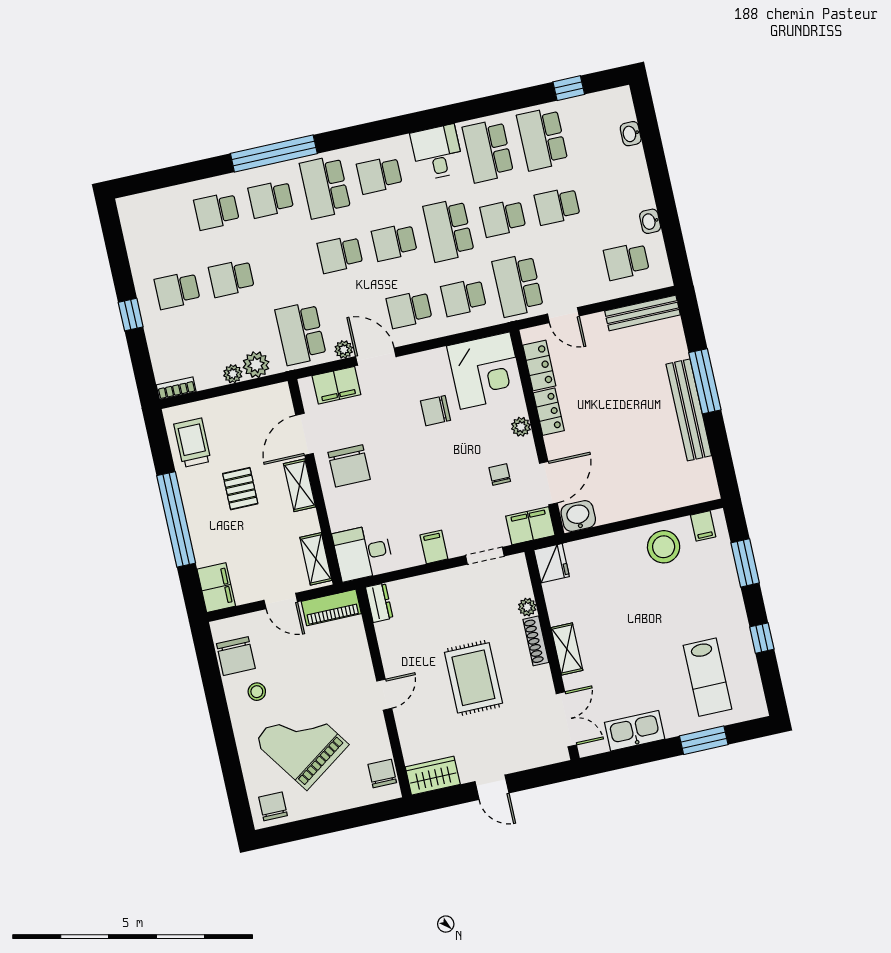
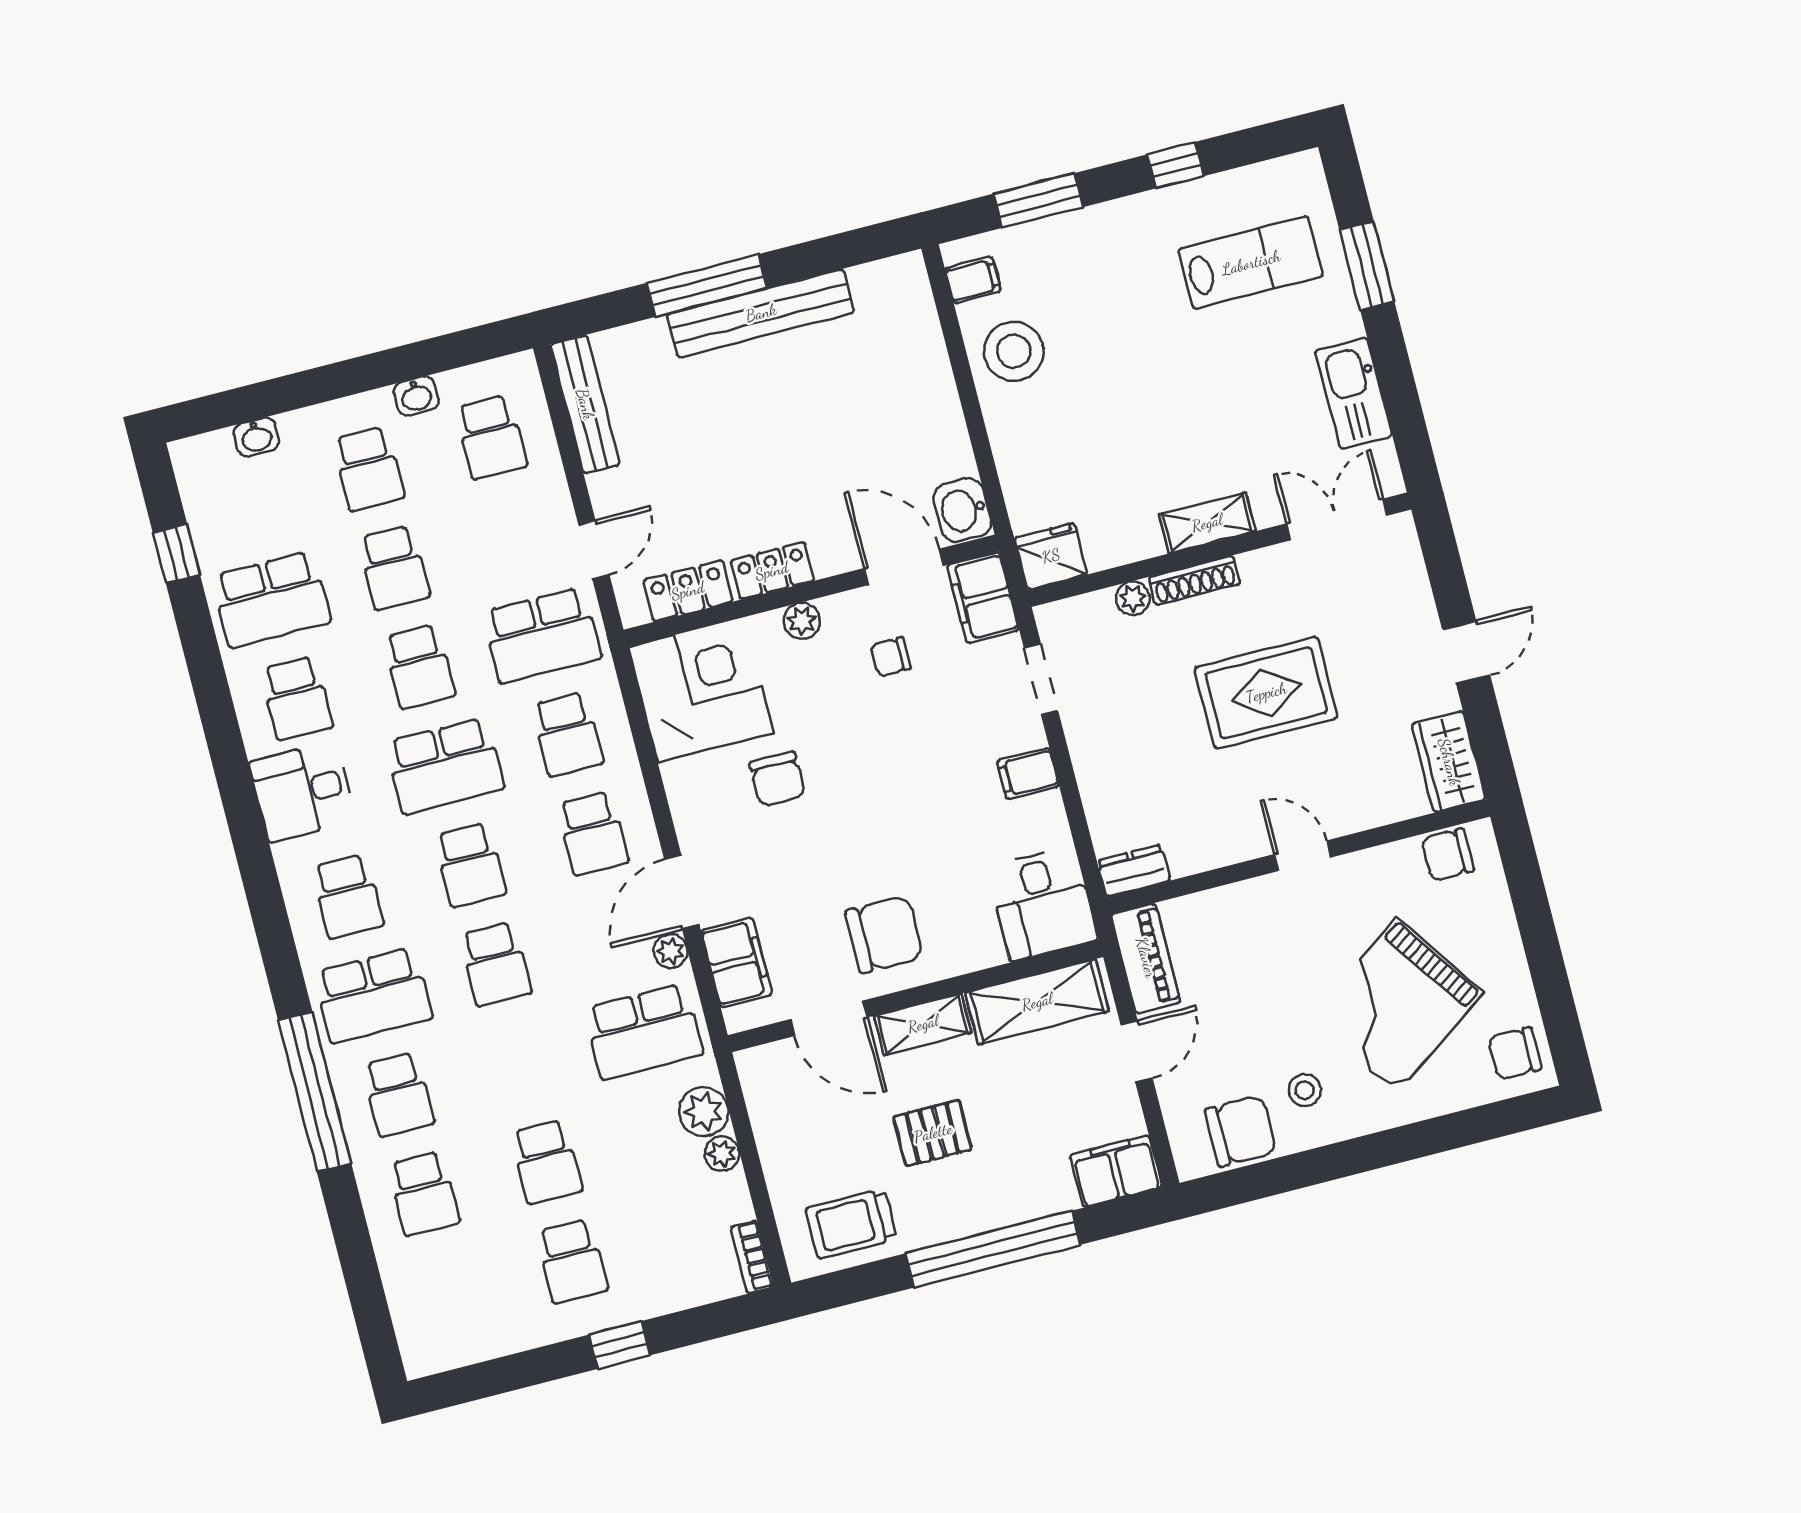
school desk: (488, 151) -> (297, 698), width x0.54
school desk: (612, 194) -> (368, 469), added
shelving: (316, 559) -> (1037, 1002), width x1.50, depth x1.33

